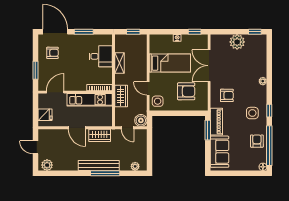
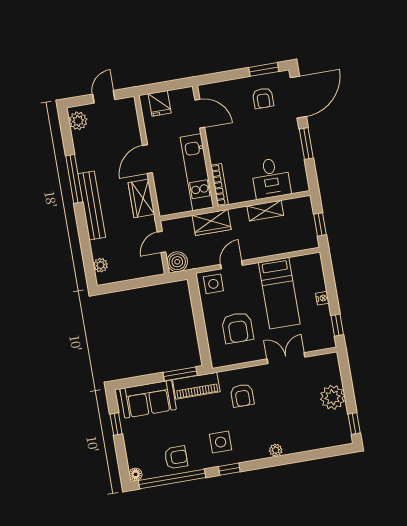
double door: (209, 66) -> (286, 358), width x0.73
window: (35, 70) -> (264, 69), moved
window: (105, 173) -> (74, 179), moved
window: (231, 173) -> (116, 424), added

